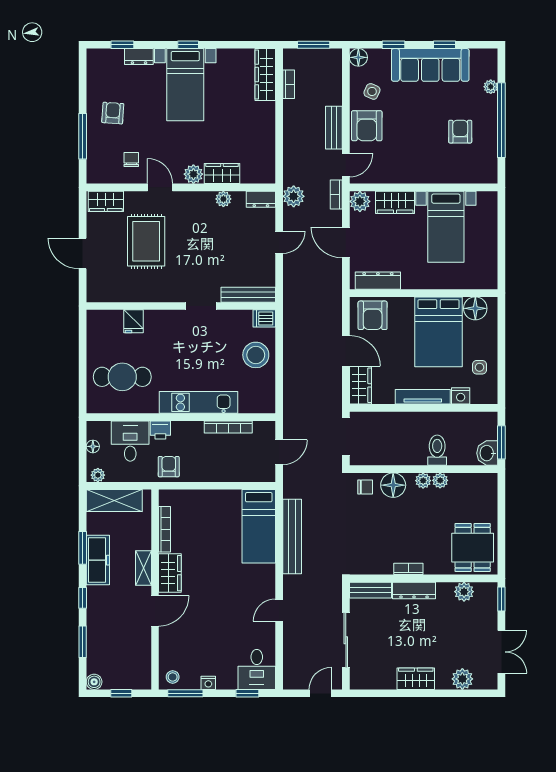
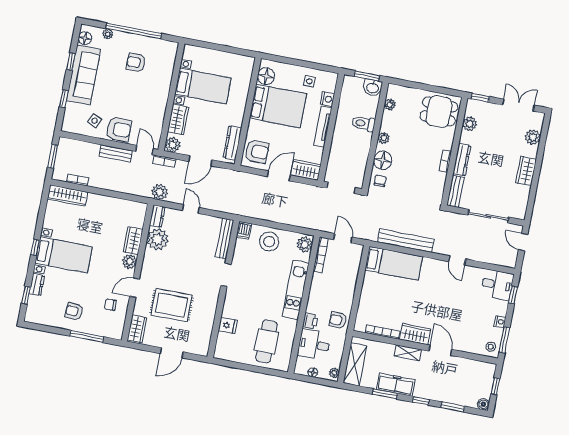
floor lamp: (358, 57) -> (85, 38), moved
plant: (223, 199) -> (158, 239), width x1.88, depth x1.88
plant: (261, 403) -> (305, 244), added
bookcase: (228, 427) -> (321, 255), moved
plant: (440, 480) -> (390, 105), moved

